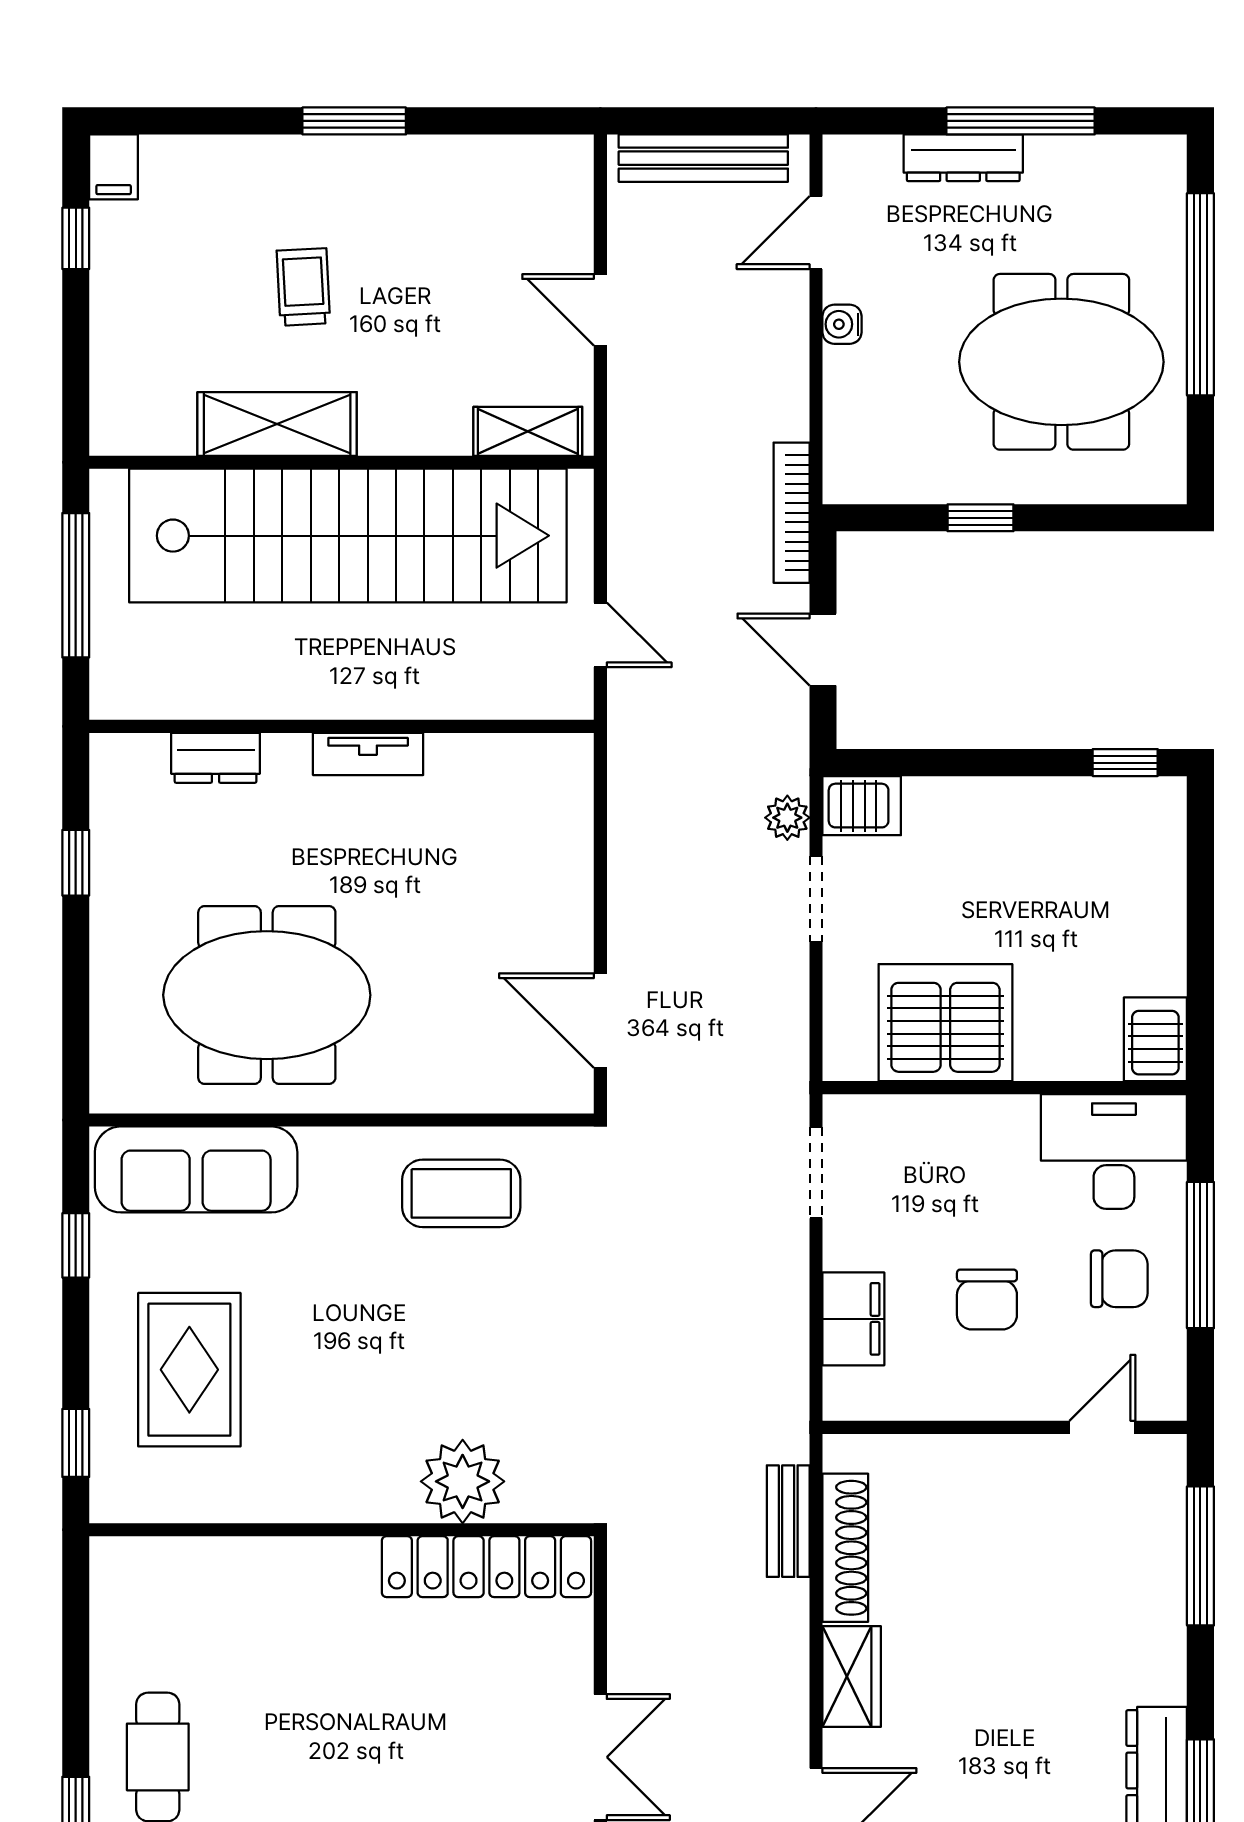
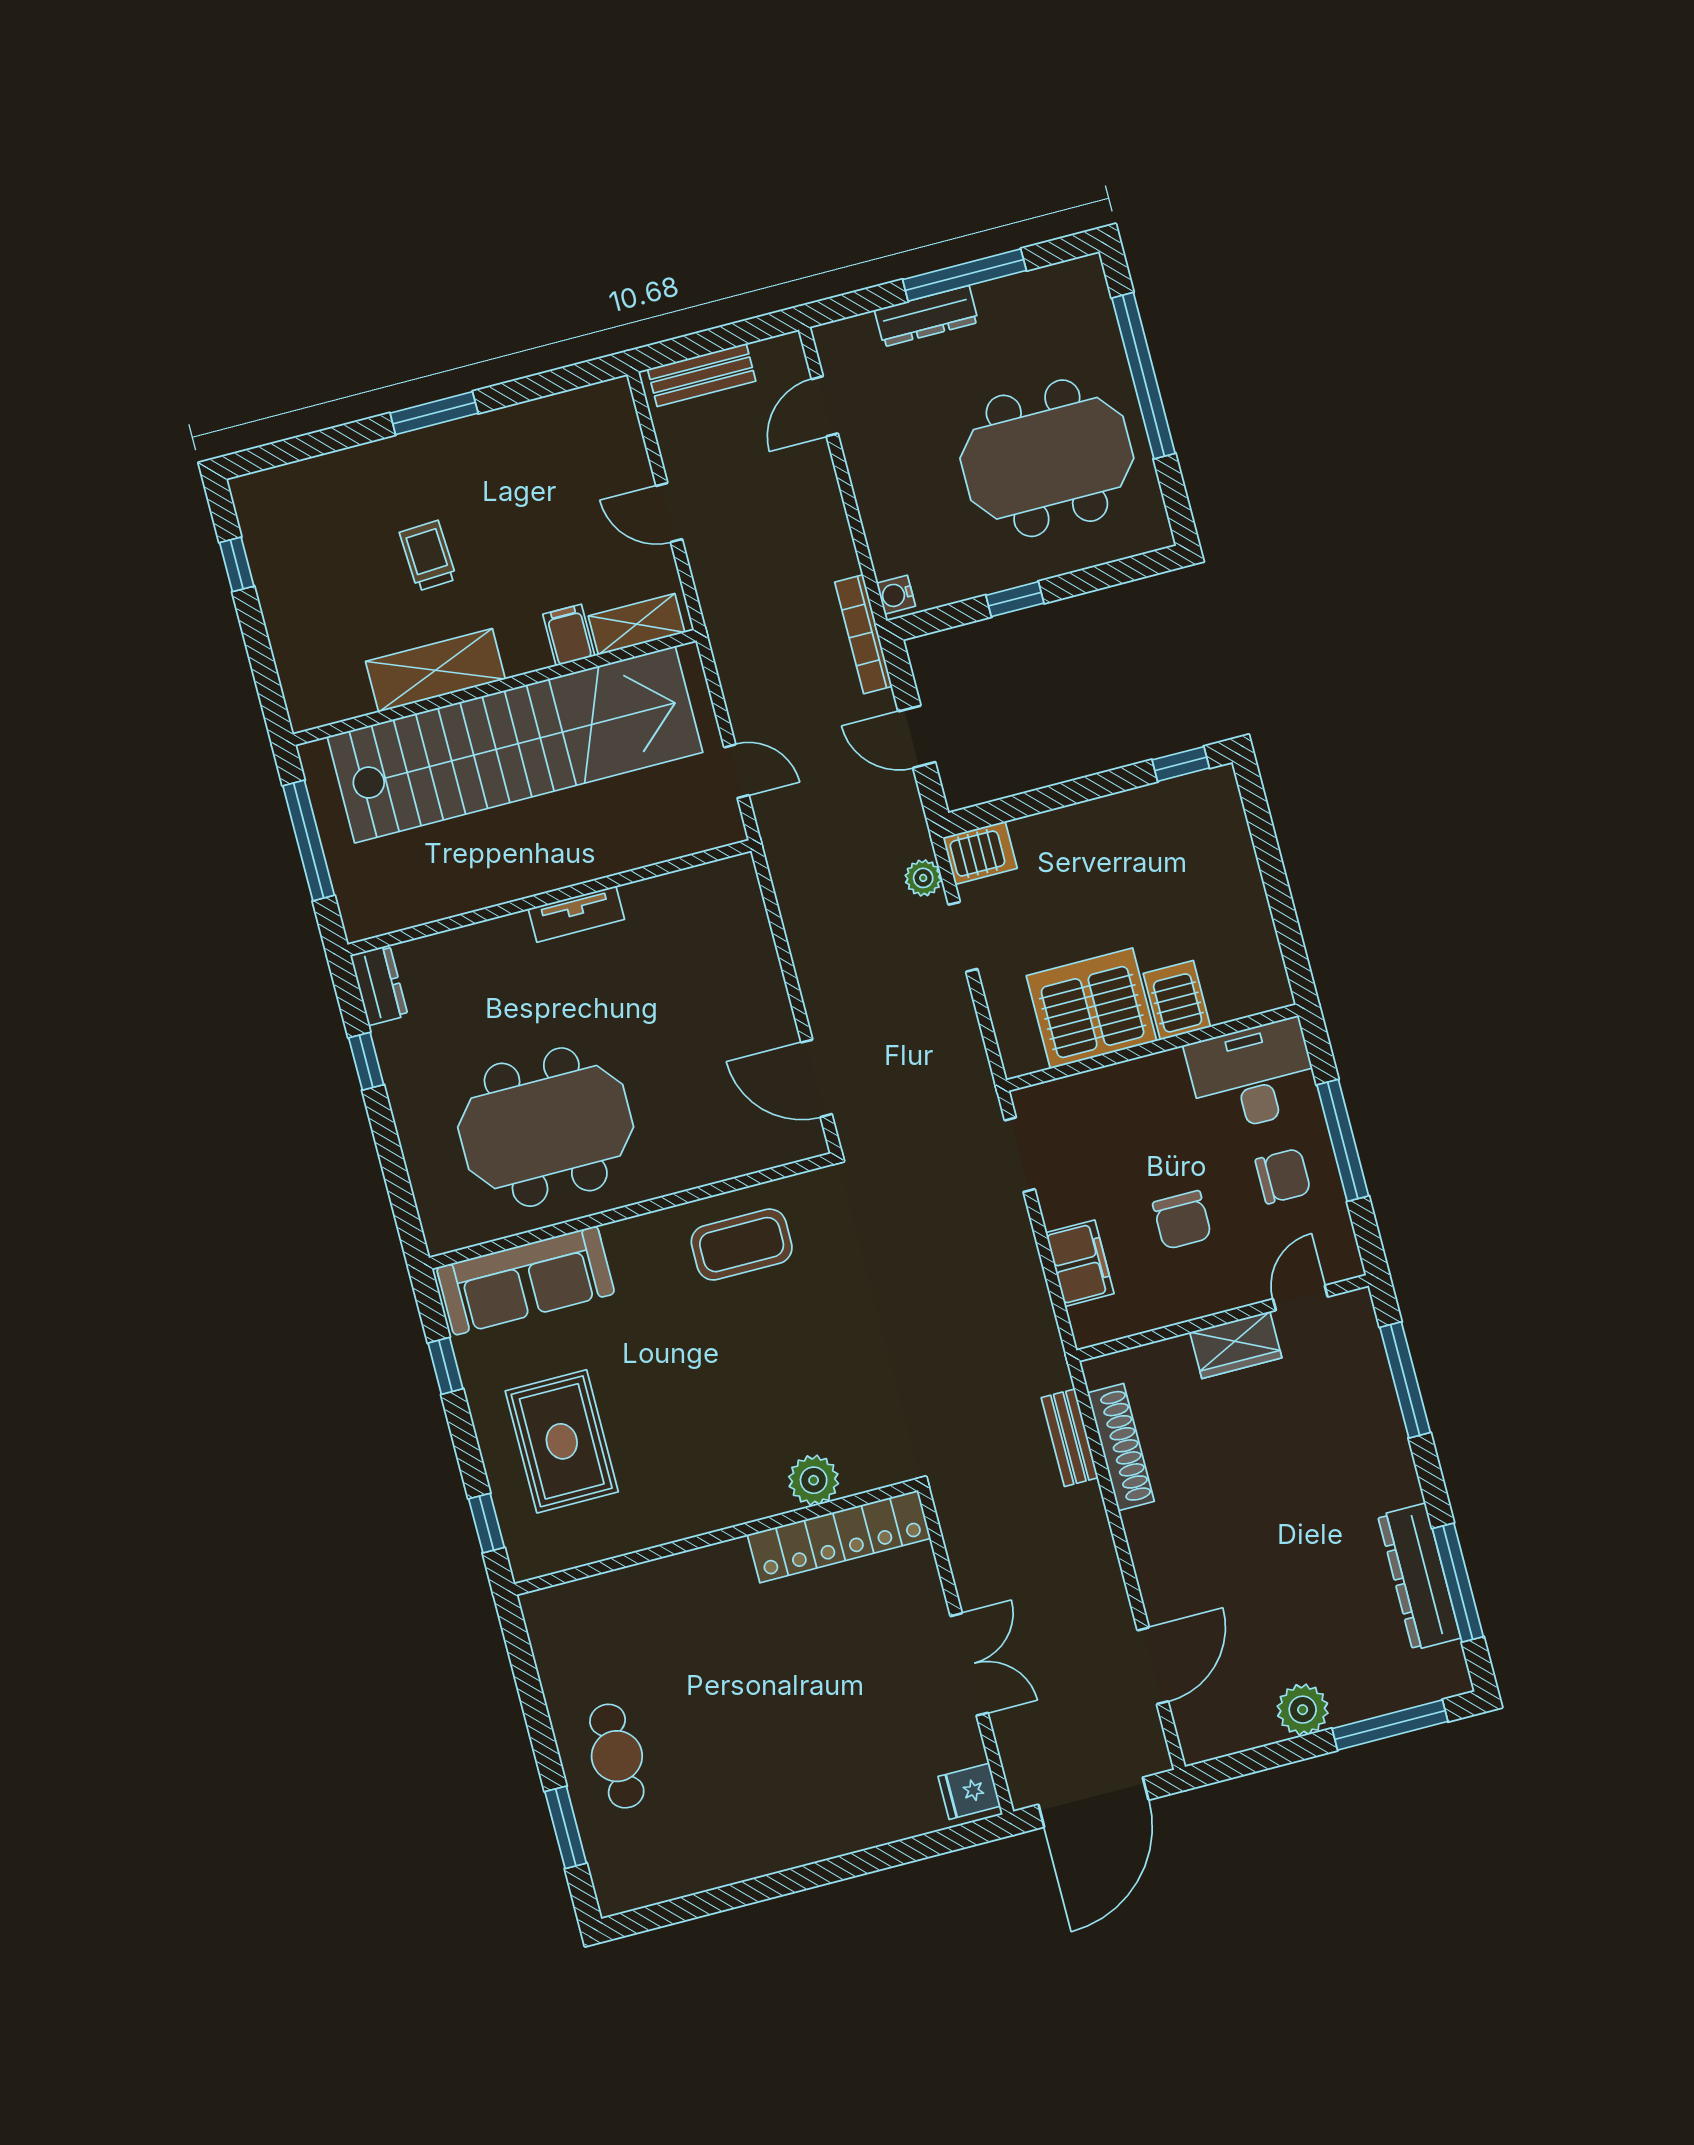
bench: (703, 158) -> (702, 375), width x0.73
filing cabinet: (114, 167) -> (569, 635), moved, turned 180
water cooler: (842, 324) -> (896, 595), moved
dresser: (216, 758) -> (379, 985), moved, turned -90
server rack: (1155, 1039) -> (1177, 1000), moved
plant: (463, 1481) -> (814, 1480), width x0.73, depth x0.73
wardrobe: (852, 1676) -> (1236, 1345), moved, turned 90

